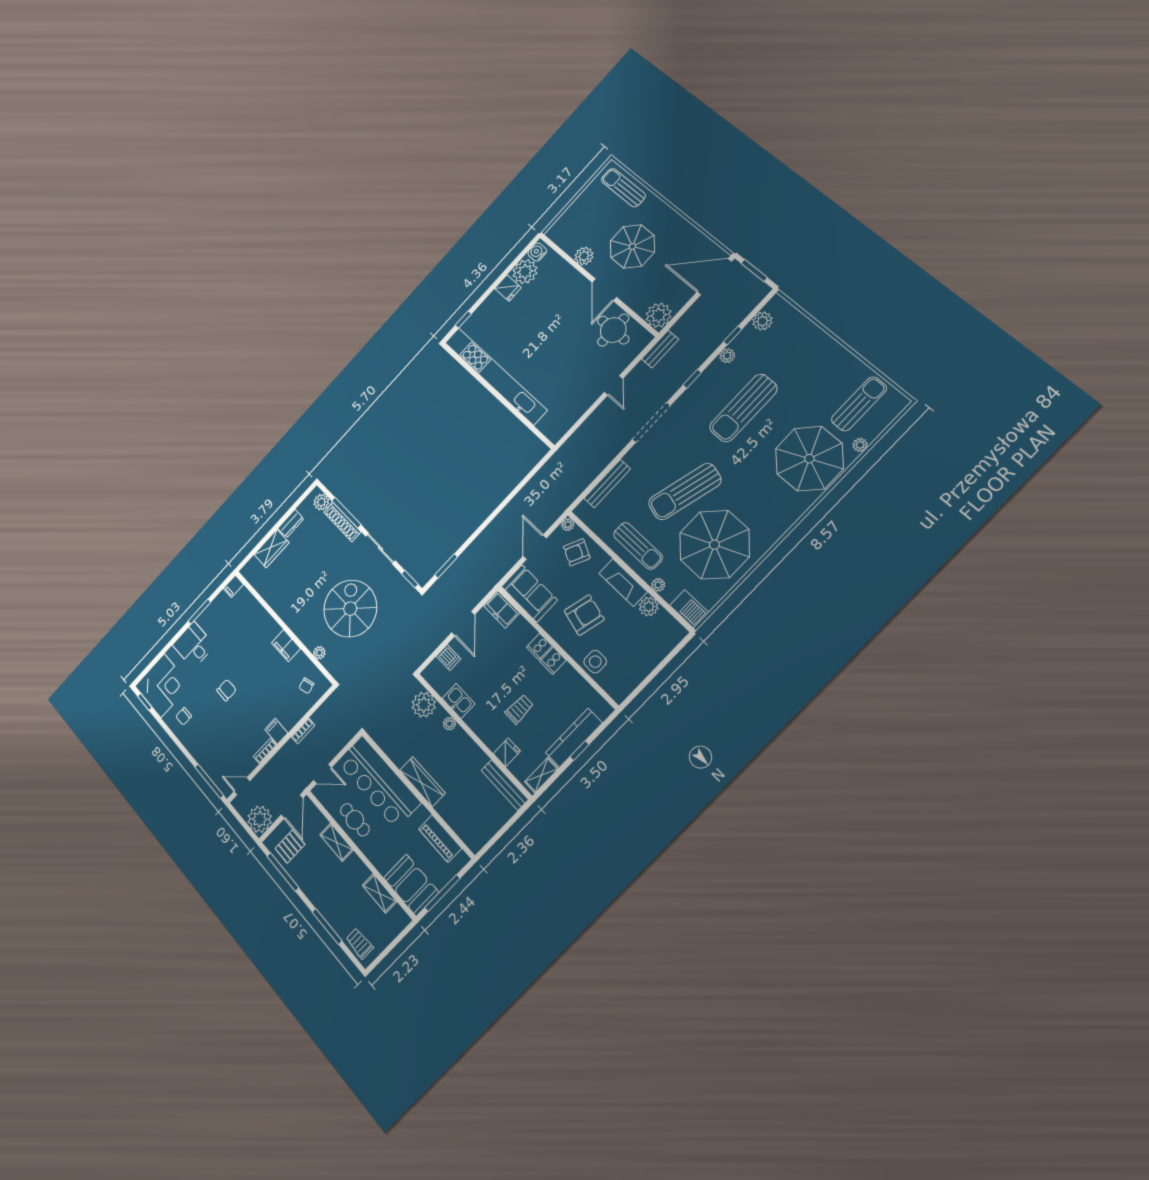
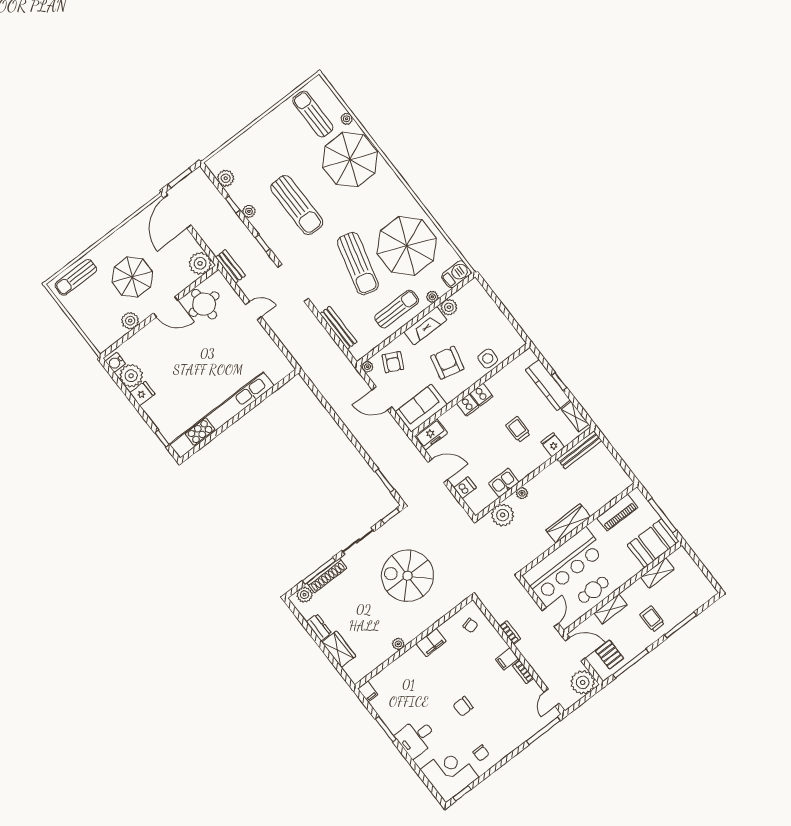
plant: (319, 653) -> (398, 644), moved
chair: (227, 690) -> (463, 706), turned -90
trolley: (360, 943) -> (652, 619), moved, turned 90

